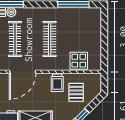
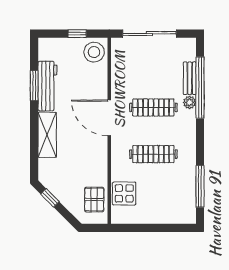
trolley: (57, 83) -> (94, 164), removed
pallet: (76, 92) -> (94, 200), moved, turned 90

